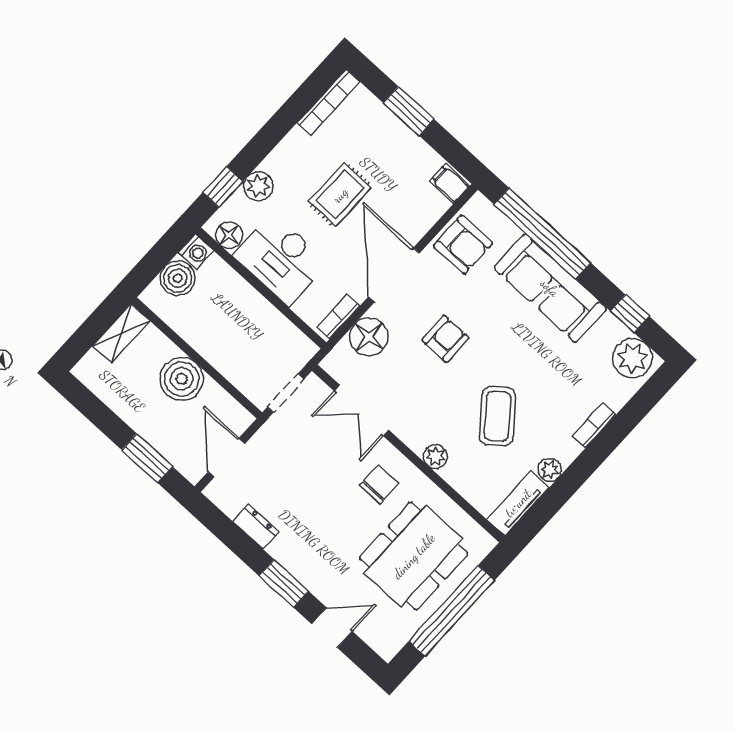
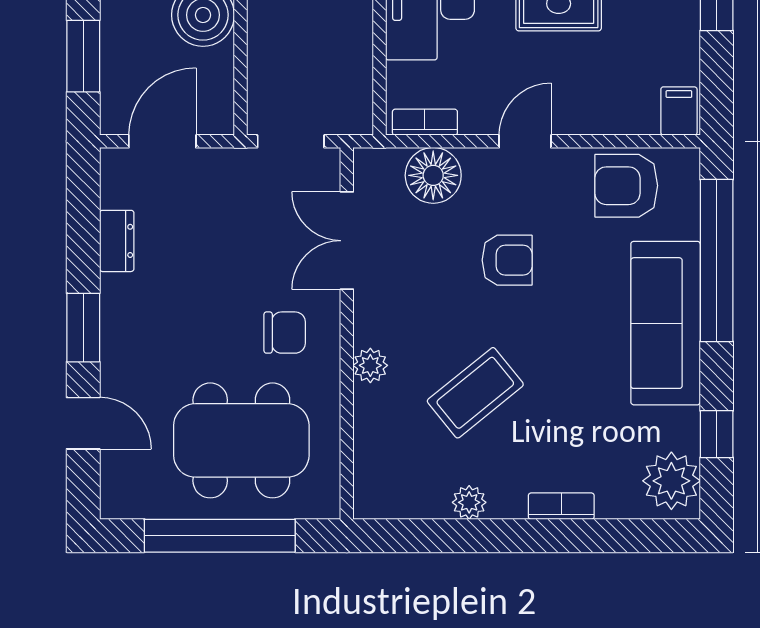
armchair: (463, 245) -> (626, 186), turned 90
door: (394, 275) -> (525, 141), width x0.53
tv unit: (518, 503) -> (401, 501), removed

